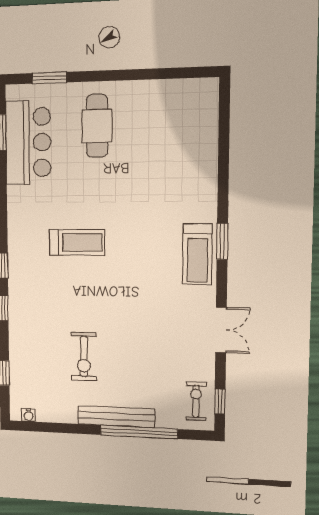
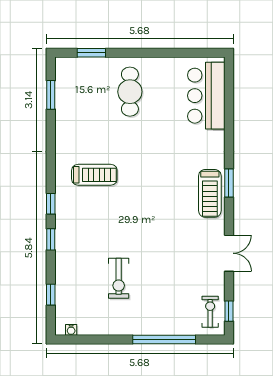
bar counter: (28, 143) -> (206, 96), moved, turned 180
treadmill: (77, 242) -> (94, 175), moved
bench: (116, 417) -> (145, 327), removed

